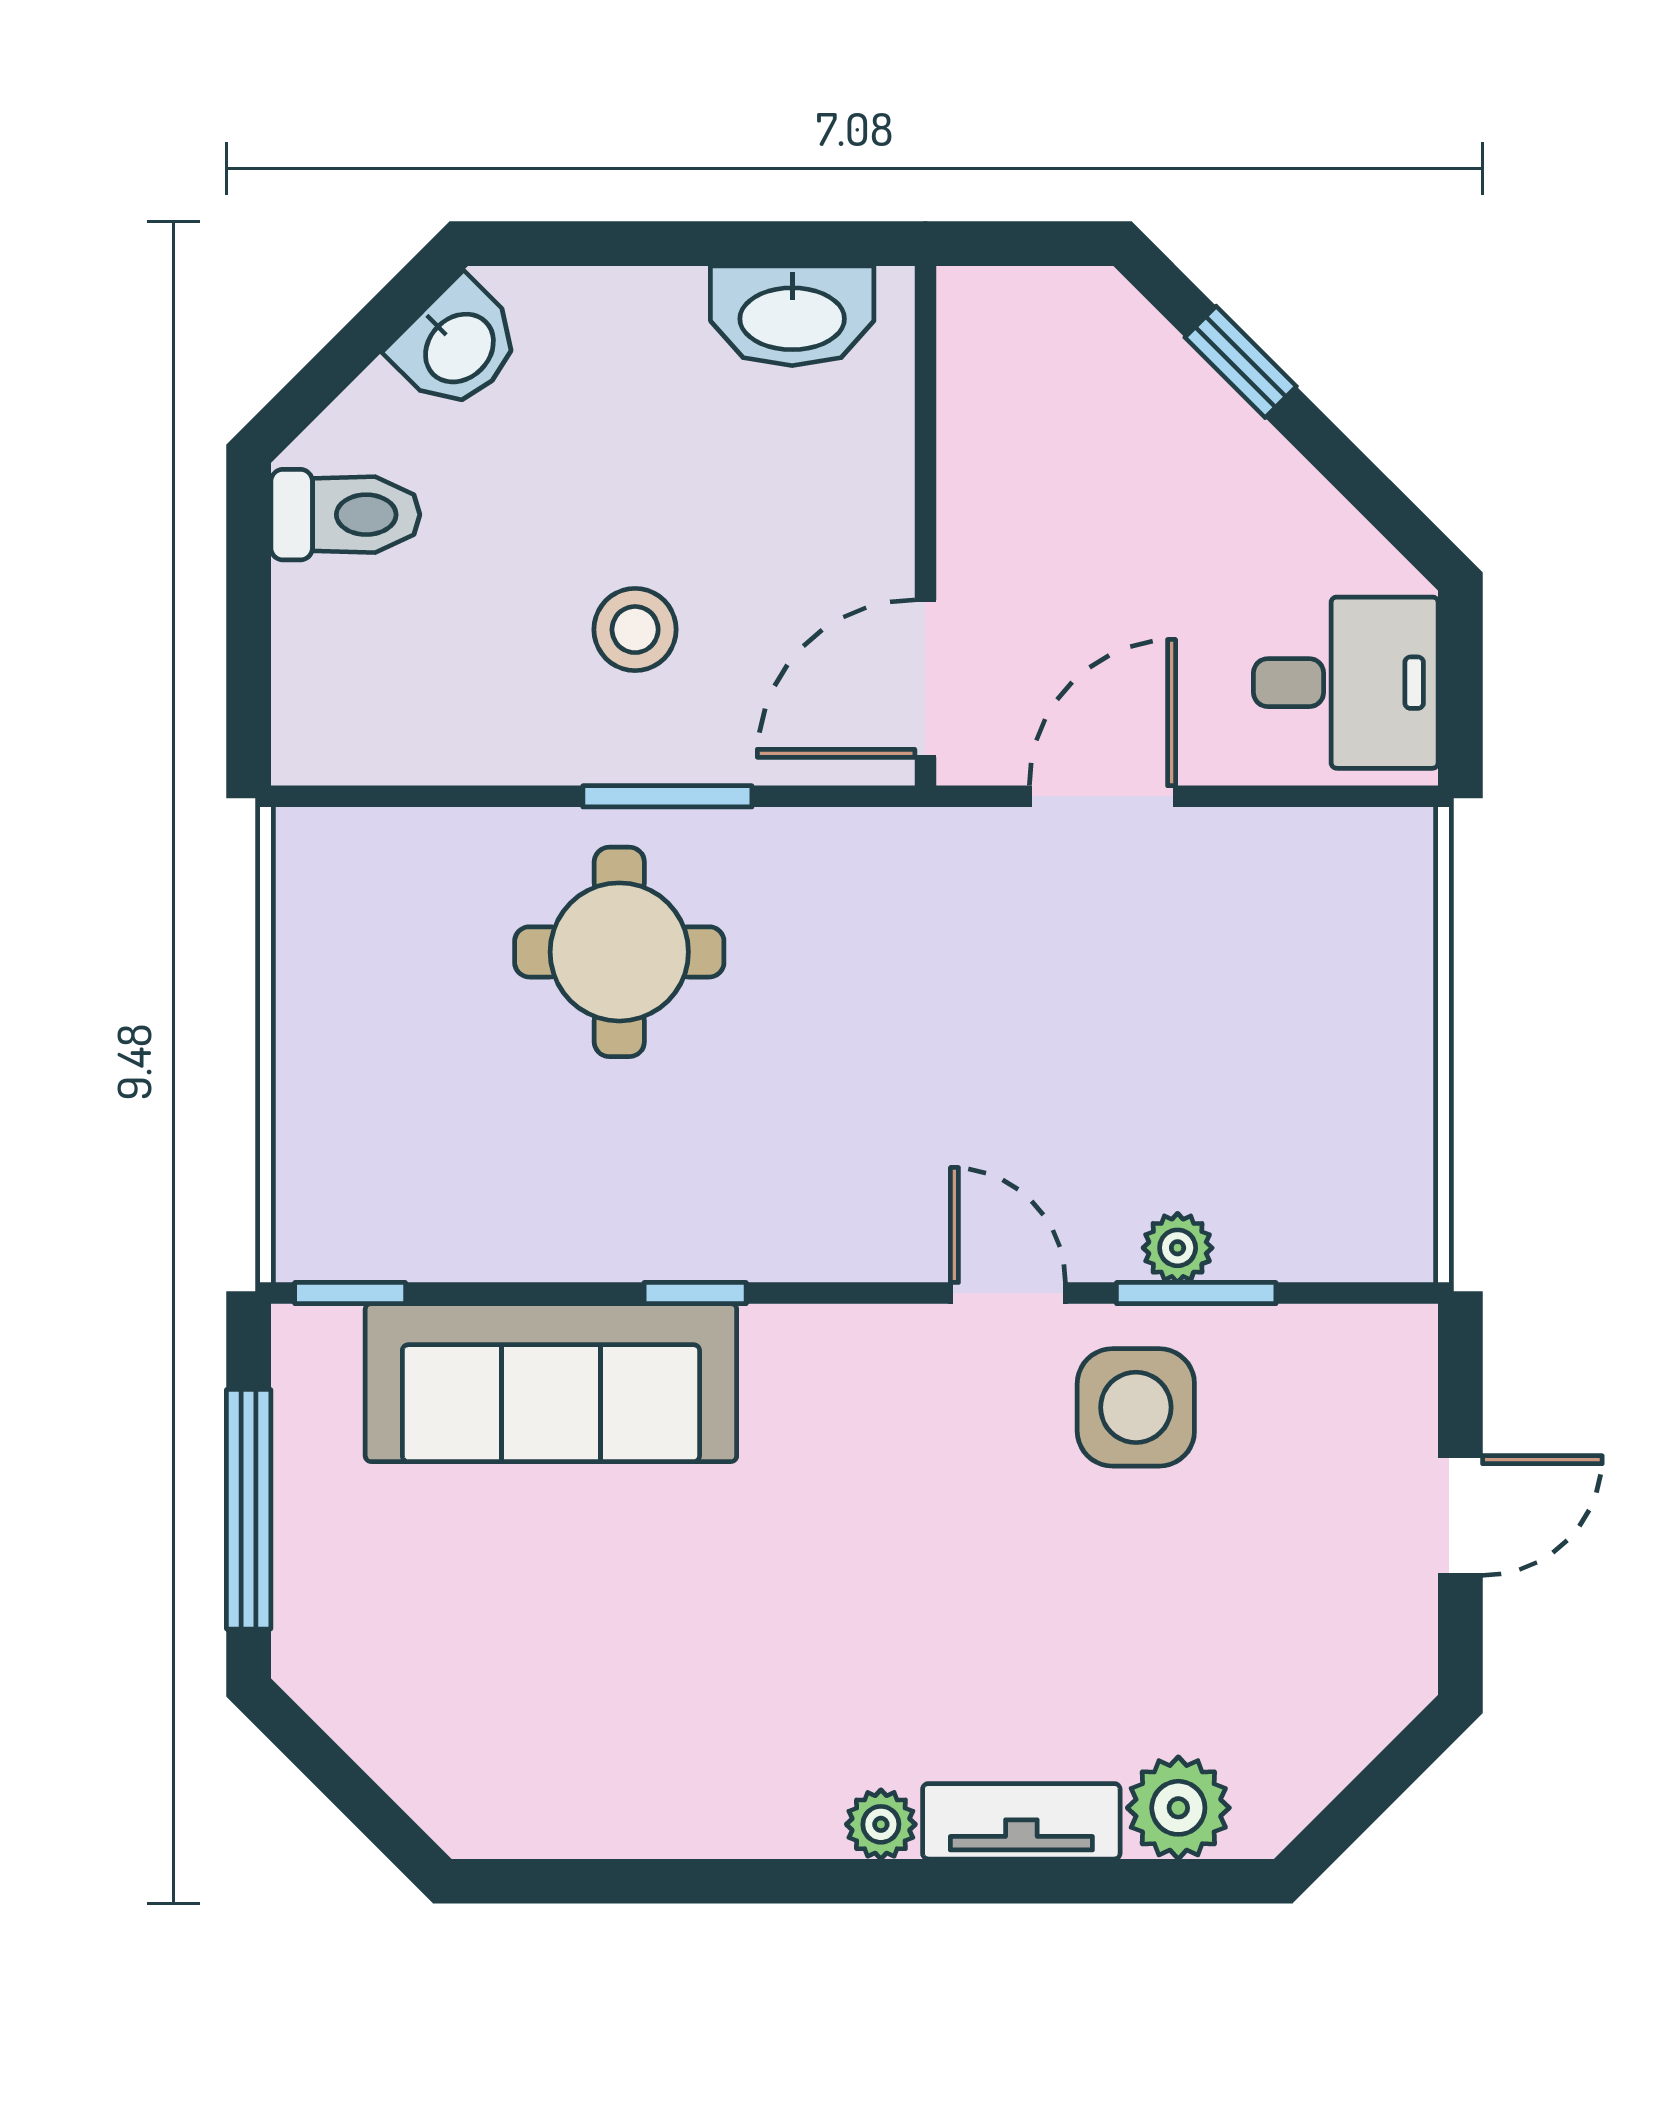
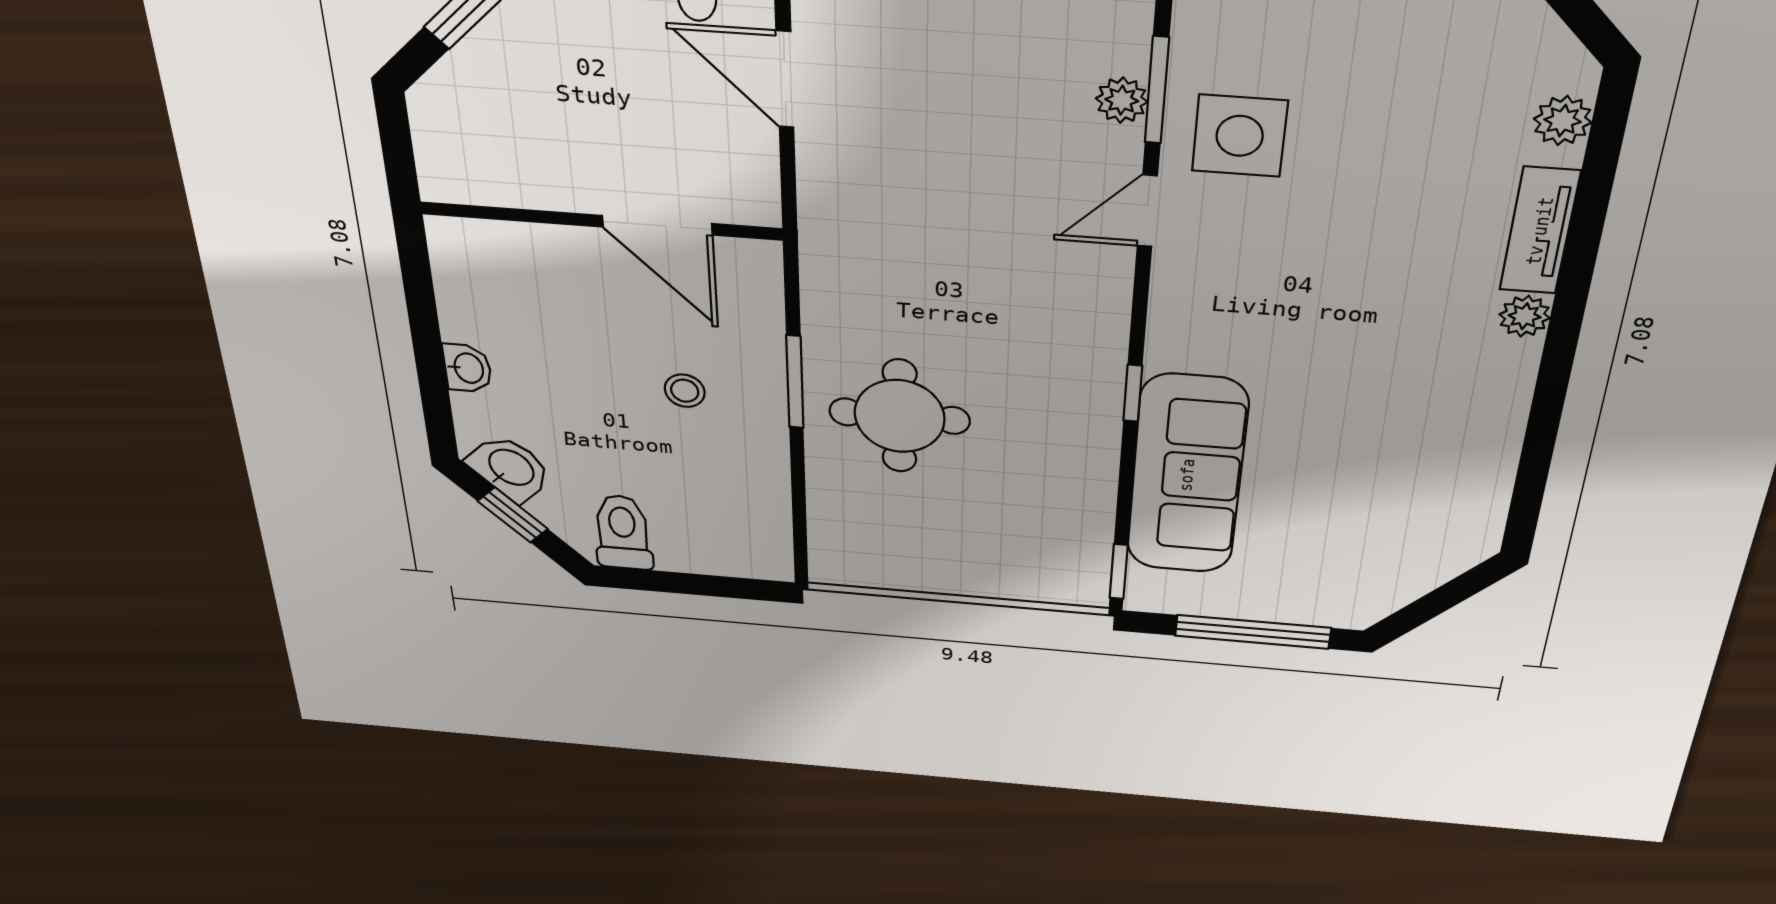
washbasin: (792, 316) -> (467, 368), moved, width x0.52, depth x0.69
window: (362, 340) -> (513, 515), added
stool: (635, 630) -> (685, 391), width x0.73, depth x0.73
door: (925, 679) -> (657, 225), moved
door: (1102, 796) -> (785, 80), moved
plant: (1178, 1808) -> (1563, 121), width x0.73, depth x0.73

